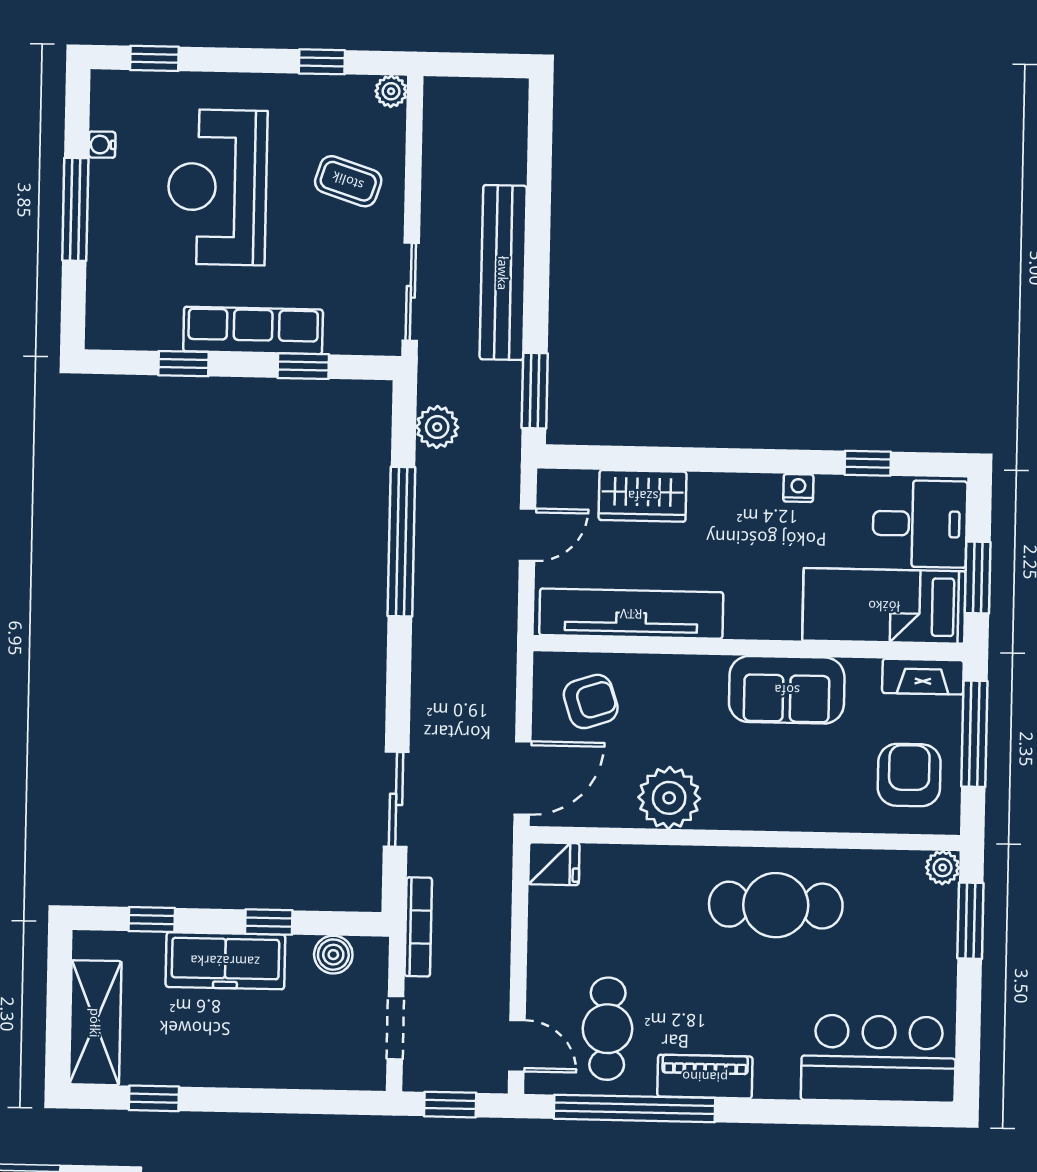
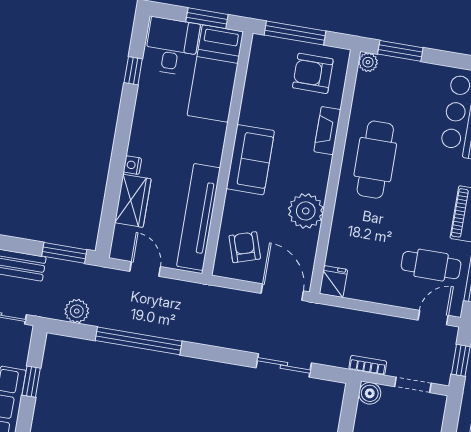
nightstand: (798, 488) -> (132, 165), moved
fireplace: (923, 677) -> (327, 131), moved, turned 180
sofa: (787, 690) -> (250, 160), moved
bookcase: (418, 927) -> (368, 365), width x0.64
boiler: (333, 955) -> (370, 393), moved

